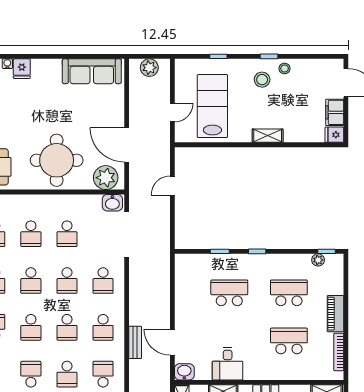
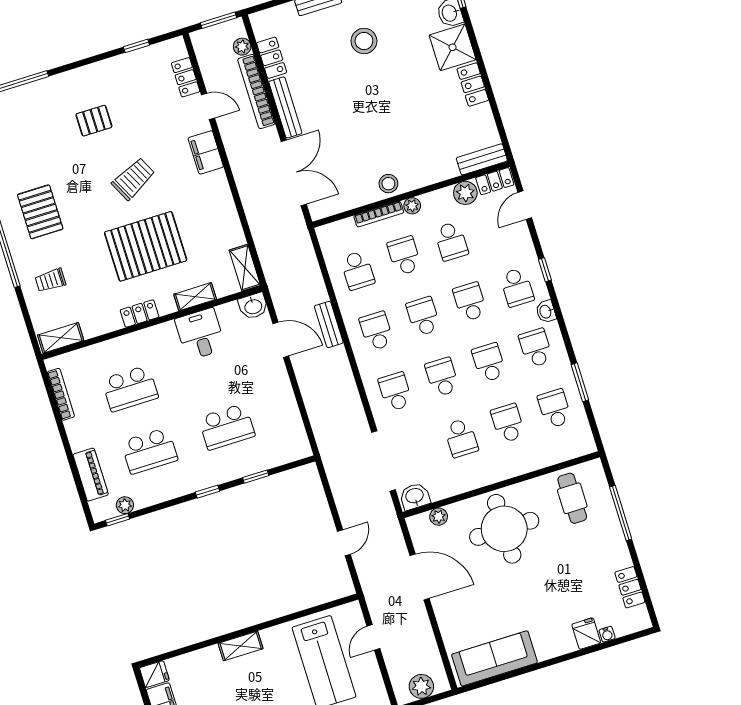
plant: (106, 178) -> (439, 517), width x0.53, depth x0.53
school desk: (67, 234) -> (461, 438), turned 180
piano: (335, 314) -> (91, 475), moved

